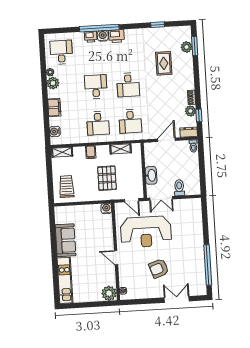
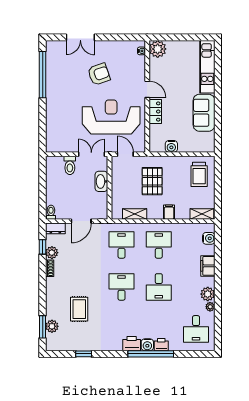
water cooler: (106, 209) -> (171, 146), moved
locker: (108, 239) -> (155, 112), added

